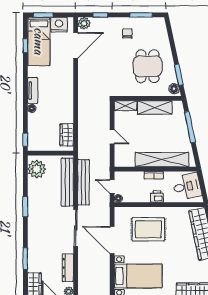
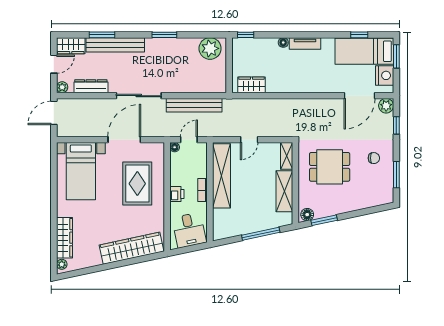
door: (76, 45) -> (360, 96), hinge flipped
dining table: (148, 66) -> (330, 167), moved
shelving: (162, 160) -> (221, 176), moved
bench: (67, 182) -> (115, 45), moved

